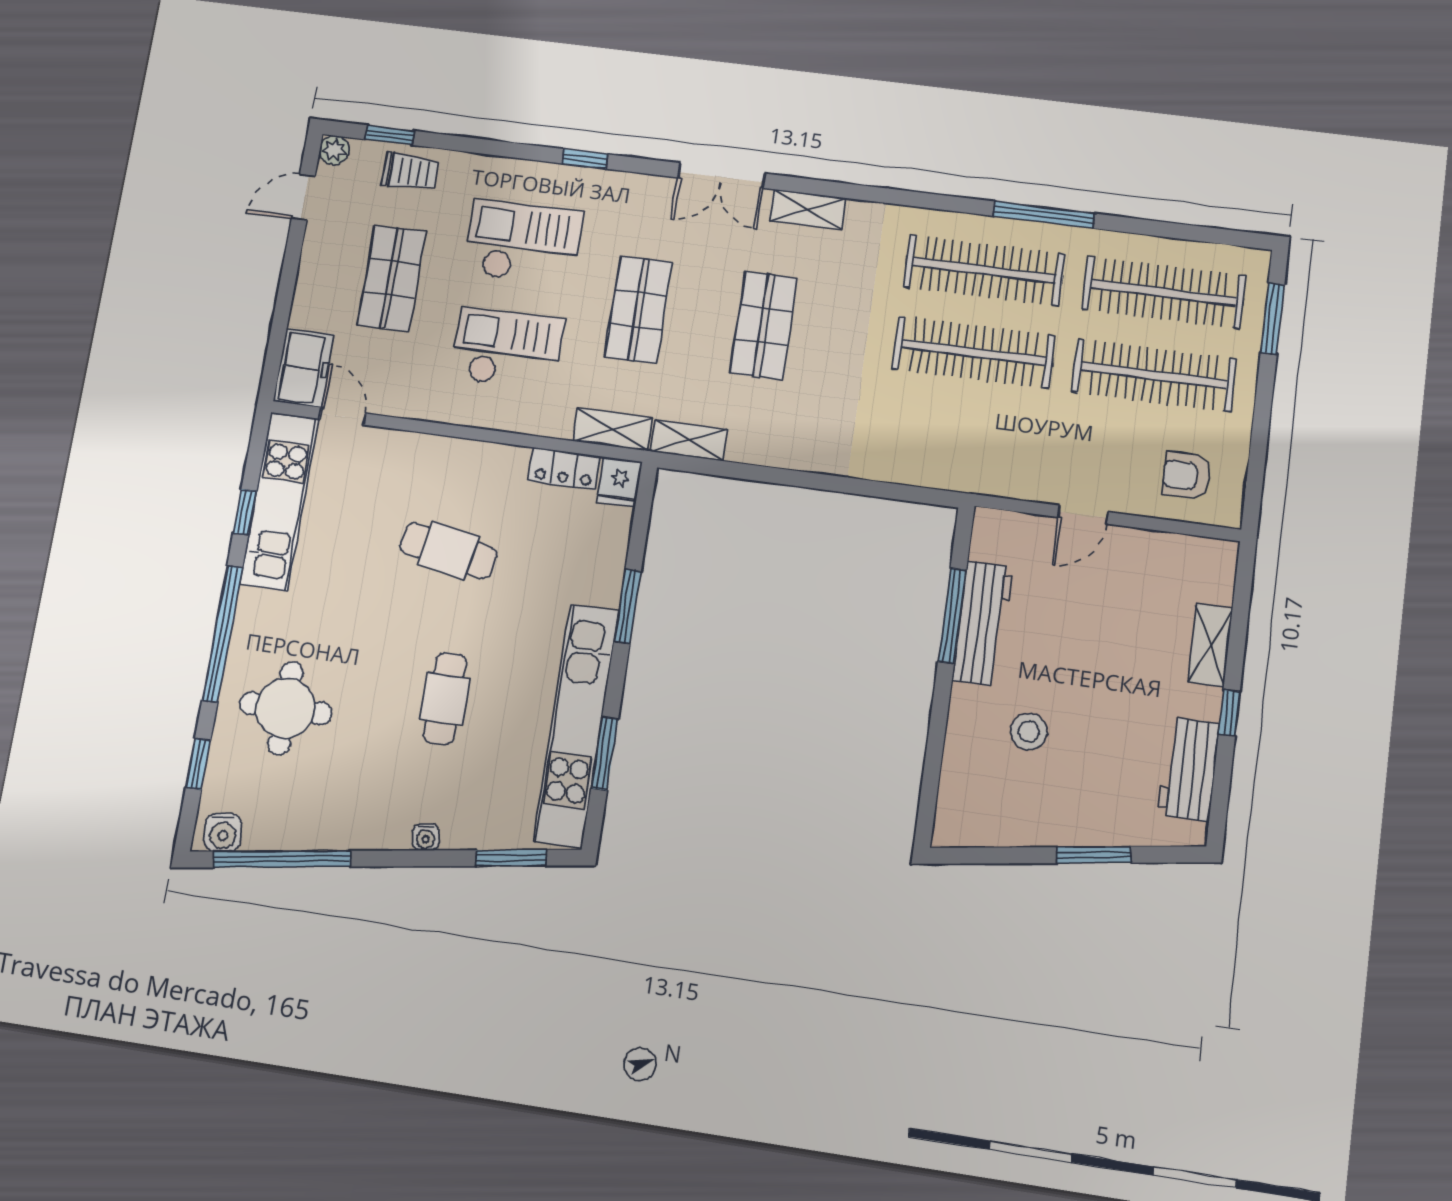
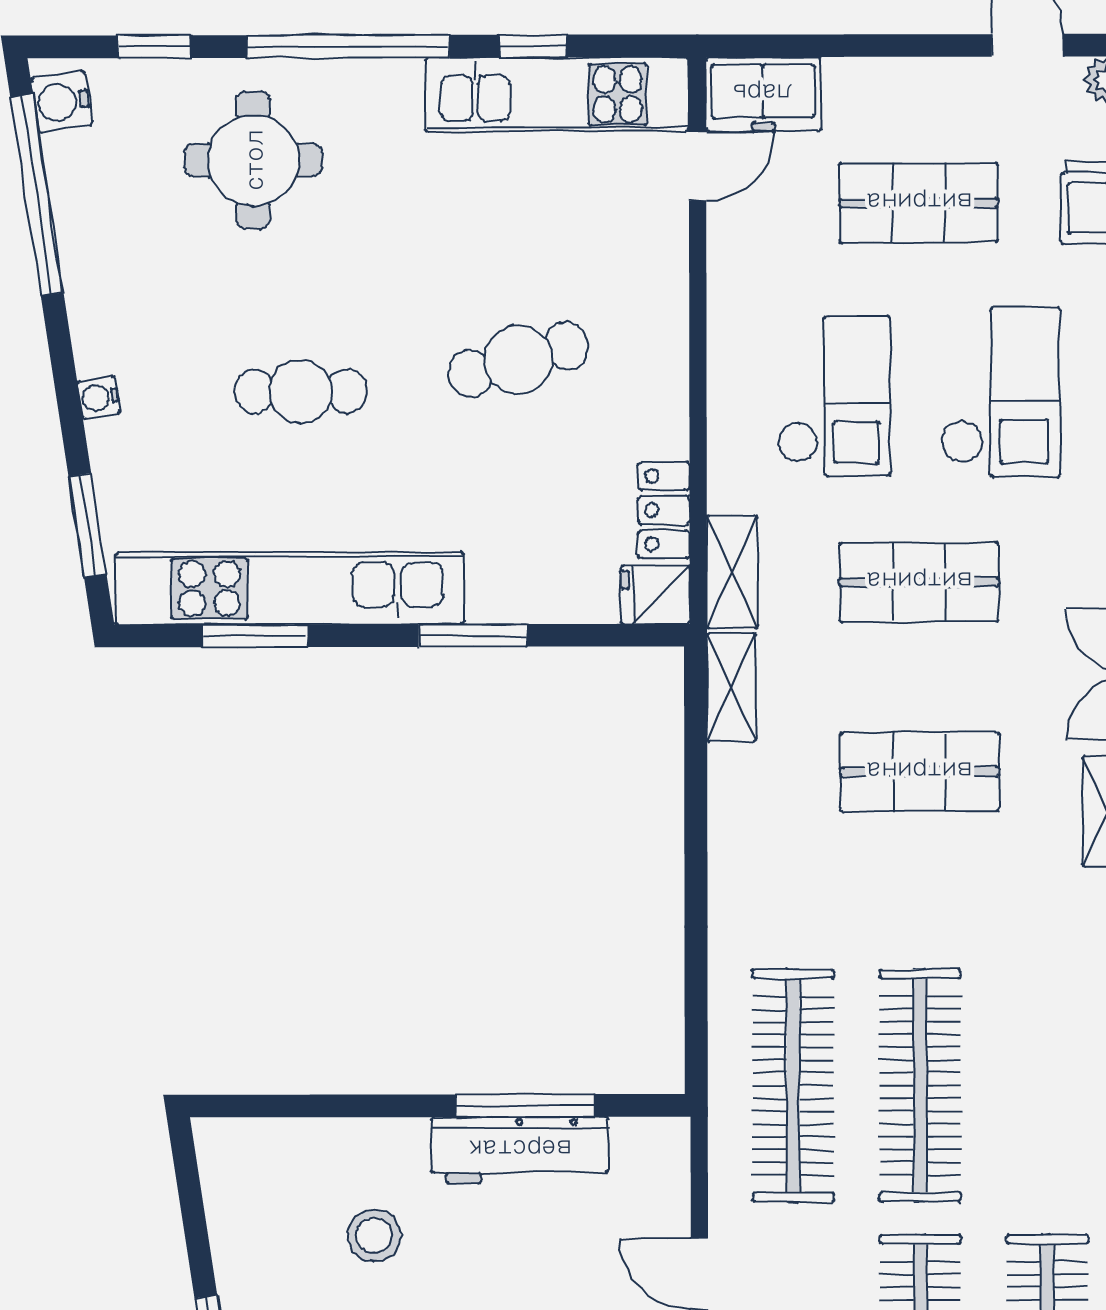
clothes rail: (984, 270) -> (793, 1086), moved
cafe table: (449, 550) -> (518, 360), turned 64

